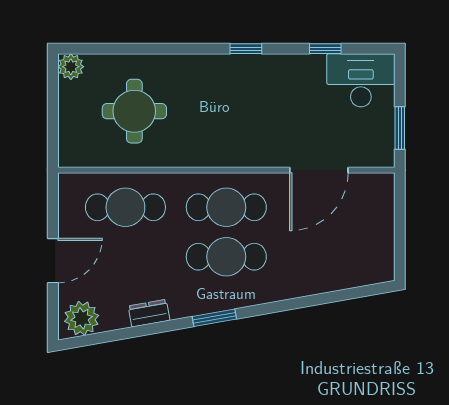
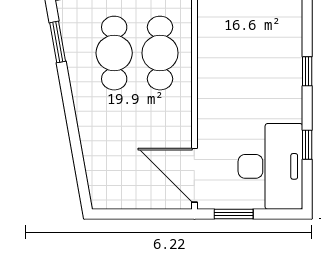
desk: (361, 80) -> (270, 166), width x1.36, depth x1.30
door: (319, 170) -> (194, 175), moved

